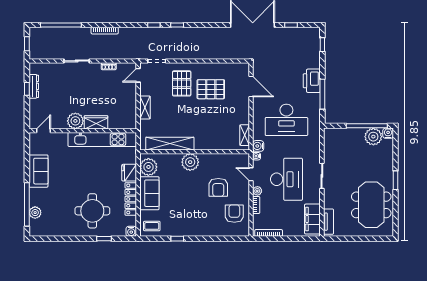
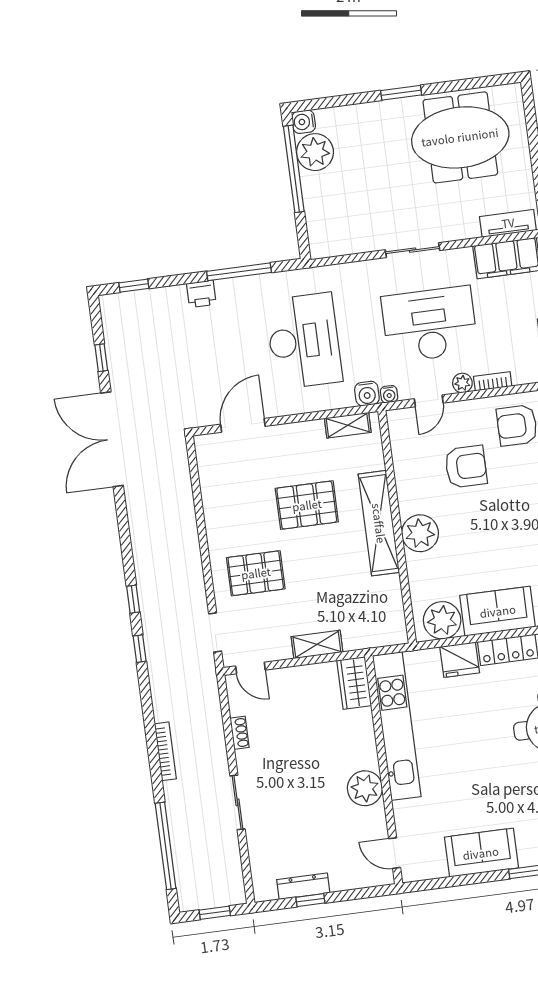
printer: (312, 81) -> (201, 294), width x0.53, depth x0.68
pallet: (211, 89) -> (307, 505), moved, turned 90
wardrobe: (96, 122) -> (354, 683), moved
shelving: (170, 144) -> (379, 523), moved

